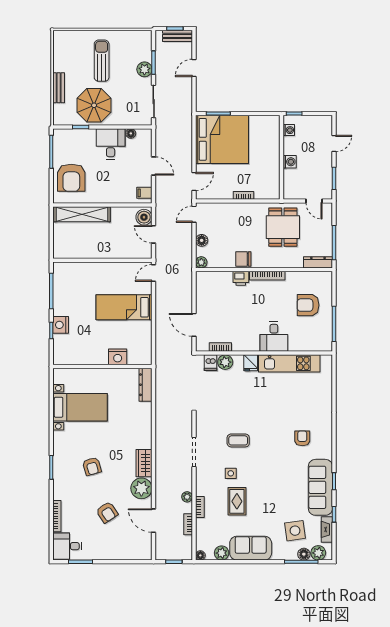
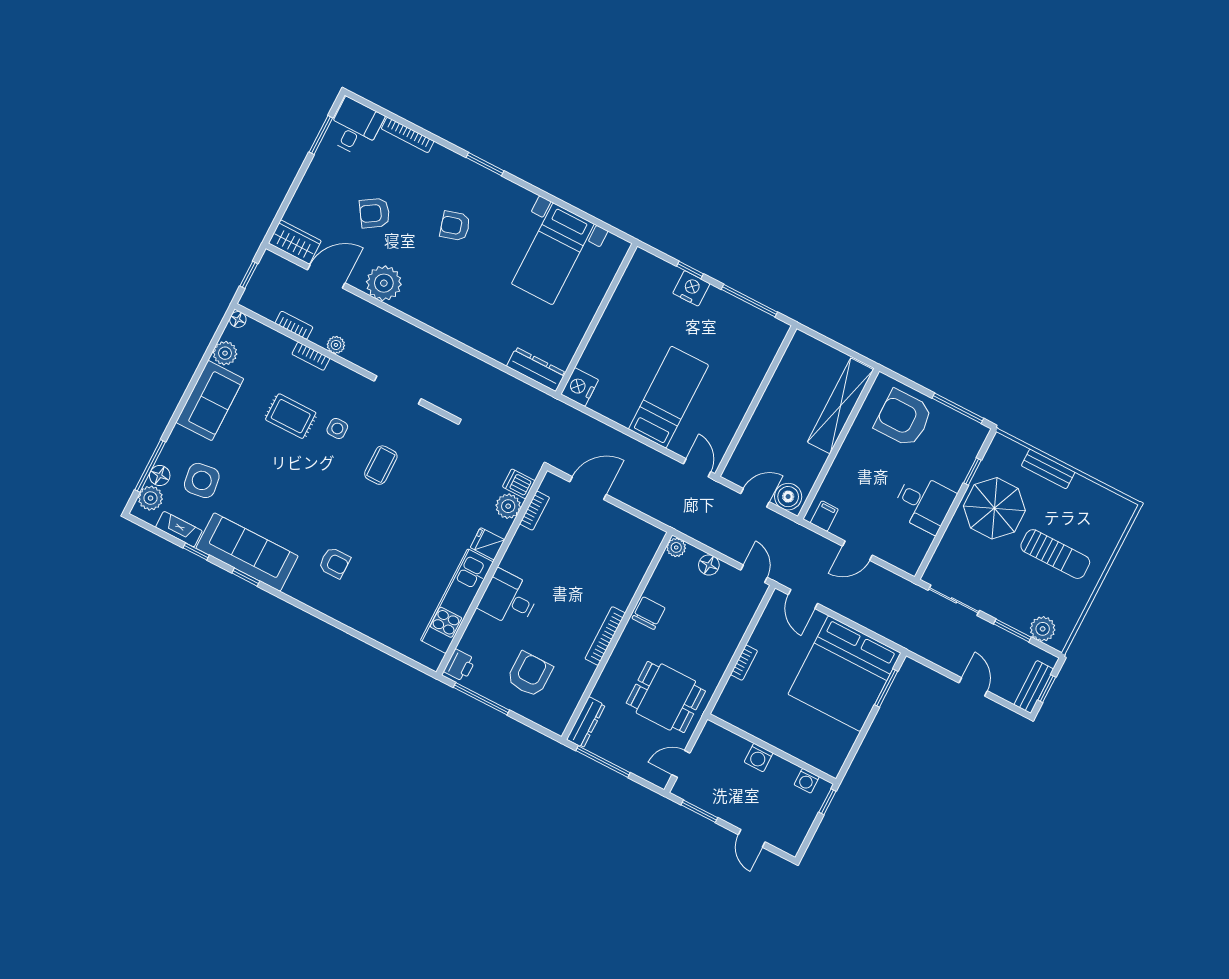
plant: (144, 69) -> (1043, 629), moved
floor lamp: (131, 133) -> (924, 542), removed
printer: (241, 278) -> (460, 665), moved, turned 180
nightstand: (118, 357) -> (580, 387), moved
wardrobe: (144, 463) -> (295, 242), moved

